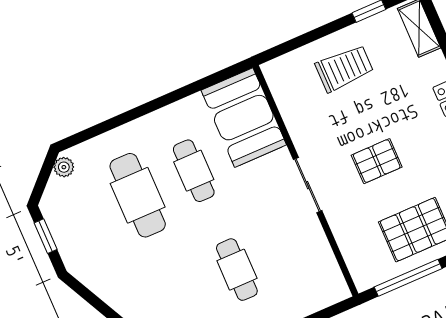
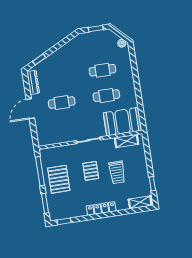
trolley: (344, 68) -> (117, 172), moved
shelving: (286, 97) -> (126, 141), added
cafe table: (138, 195) -> (102, 70), width x0.73, depth x0.74

